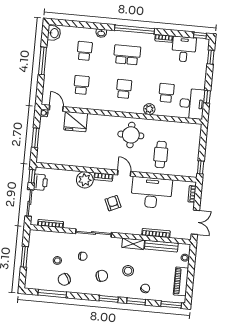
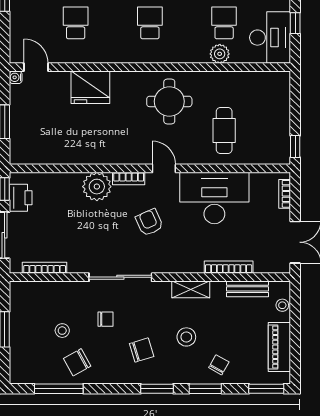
plant: (149, 109) -> (220, 54), moved
fridge: (76, 122) -> (90, 87), moved
bench: (161, 246) -> (248, 289), width x0.73

